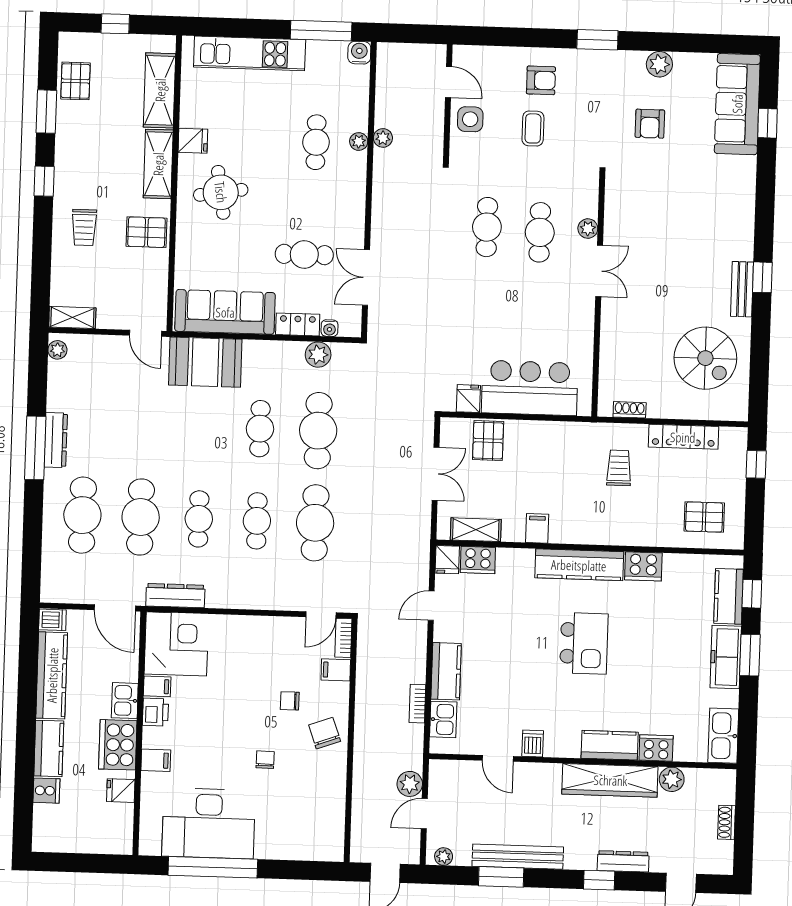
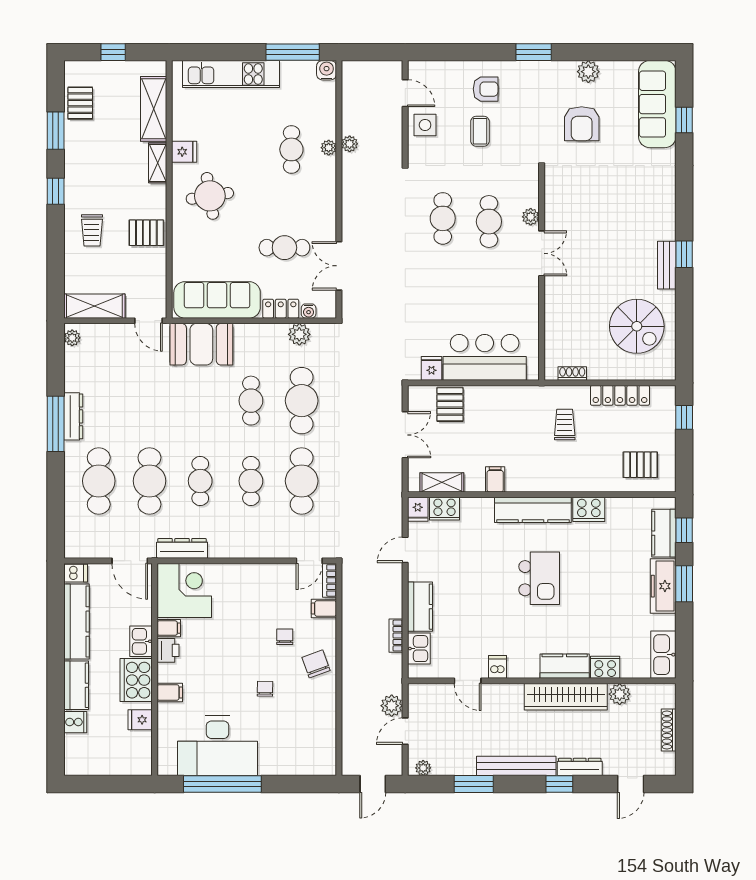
armchair: (650, 124) -> (582, 124), width x1.38, depth x1.38
shelving: (158, 164) -> (158, 163), width x0.67, depth x0.75
shelving: (72, 317) -> (94, 306), width x1.50, depth x1.33
chair: (290, 701) -> (285, 637), turned 90
shoe rack: (727, 822) -> (669, 730), width x1.43
bench: (518, 857) -> (516, 766), moved

